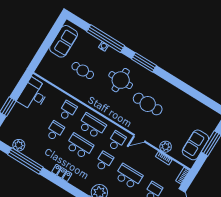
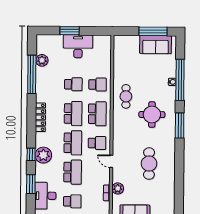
window: (51, 37) -> (153, 31), added
cafe table: (83, 71) -> (126, 96), moved
desk: (33, 95) -> (78, 46), moved
cafe table: (148, 104) -> (149, 164), moved
school desk: (104, 161) -> (73, 143), width x1.85
locker: (62, 173) -> (40, 117), width x1.53

